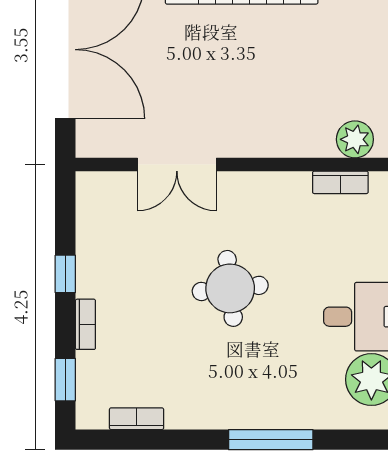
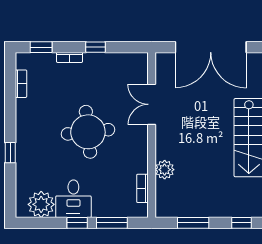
plant: (355, 139) -> (165, 170), moved
round table: (230, 288) -> (88, 132), width x1.36, depth x1.36
window: (271, 440) -> (10, 153), width x0.46

